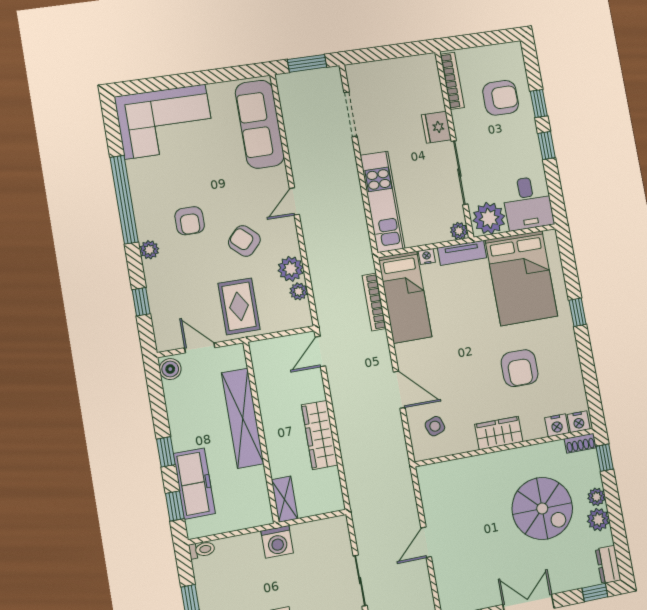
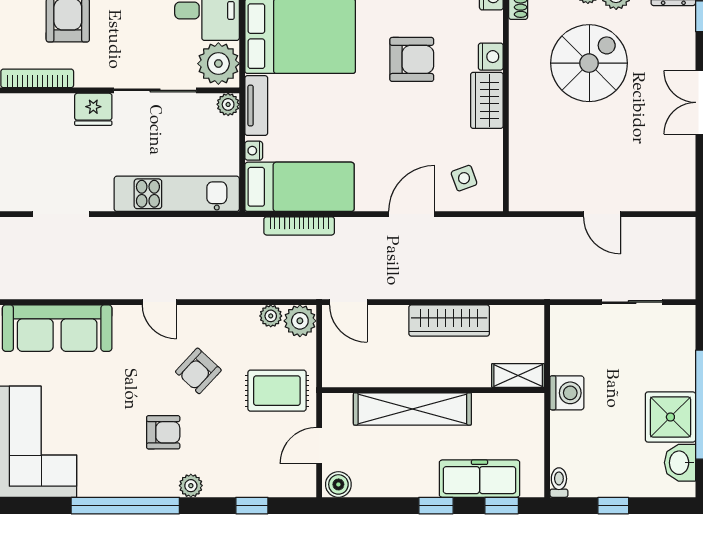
plant: (291, 269) -> (300, 321), moved
nightstand: (557, 425) -> (491, 57), moved

